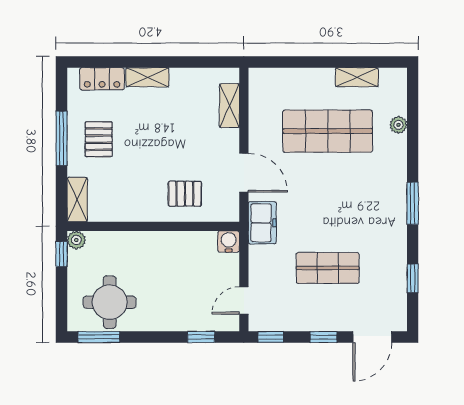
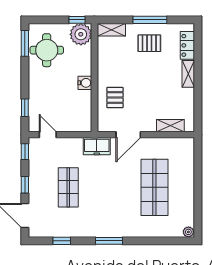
shelving: (357, 77) -> (188, 206), removed
plant: (398, 125) -> (188, 232), moved
plant: (76, 240) -> (81, 34), width x1.88, depth x1.88
water cooler: (229, 242) -> (85, 83), moved

